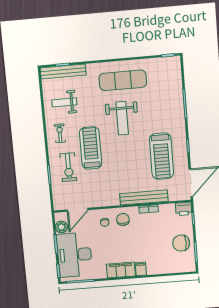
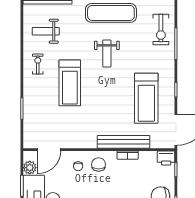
weight bench: (122, 118) -> (107, 54), width x0.73, depth x0.75
treadmill: (91, 148) -> (70, 83), turned 180
exercise bike: (68, 167) -> (161, 30), moved

